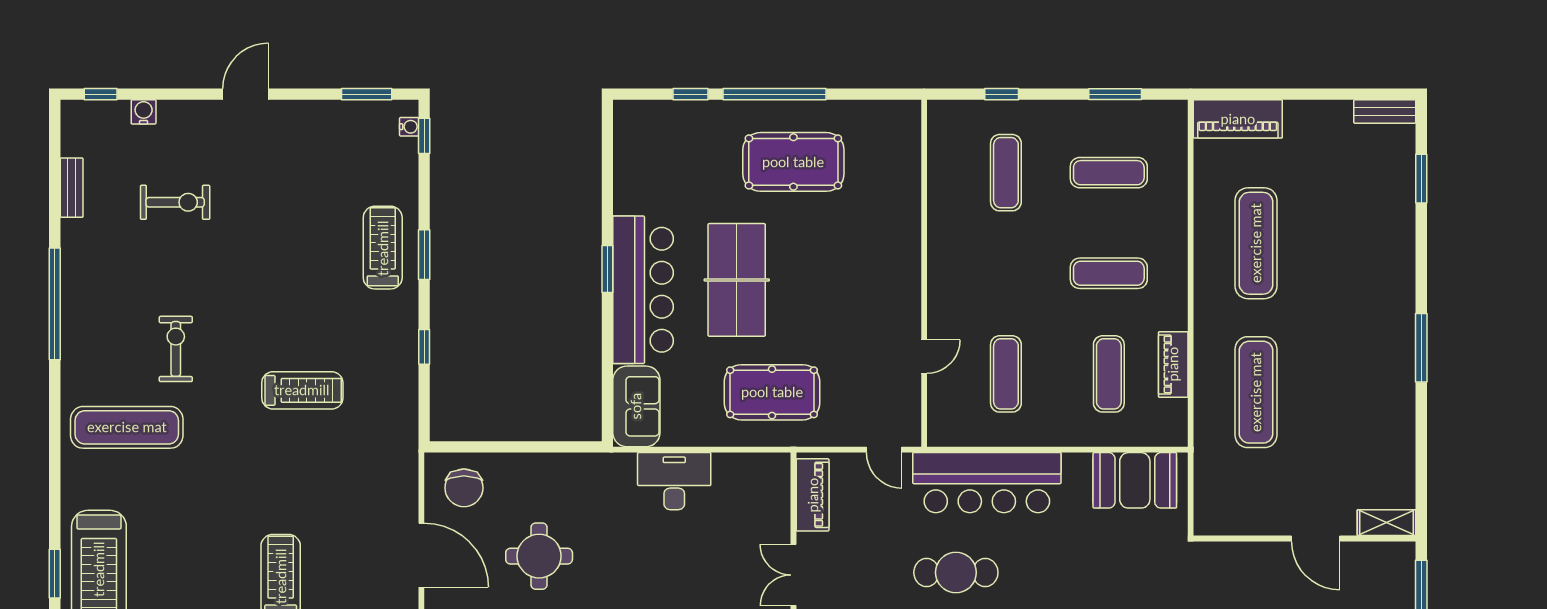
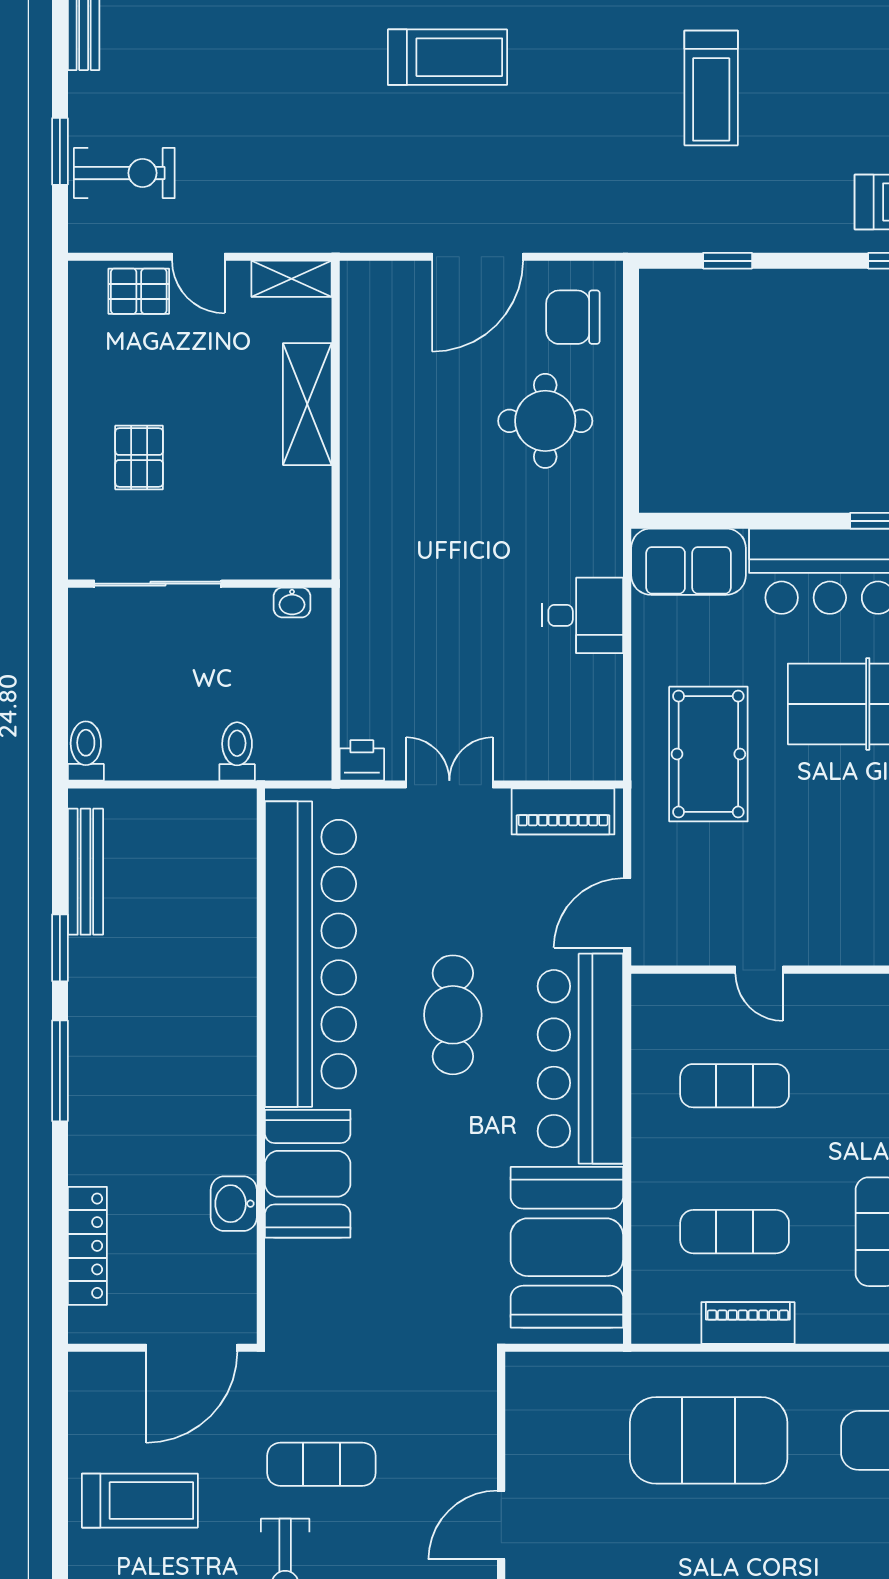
window: (424, 347) -> (728, 261), moved
exercise mat: (1256, 392) -> (709, 1440), width x1.47
door: (884, 450) -> (627, 913), width x1.38
booth: (1135, 480) -> (567, 1247), width x1.36, depth x1.42
desk: (674, 481) -> (583, 615), width x0.73
round table: (539, 556) -> (545, 421), moved

